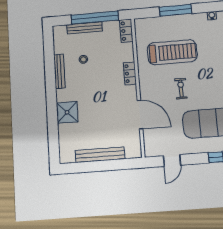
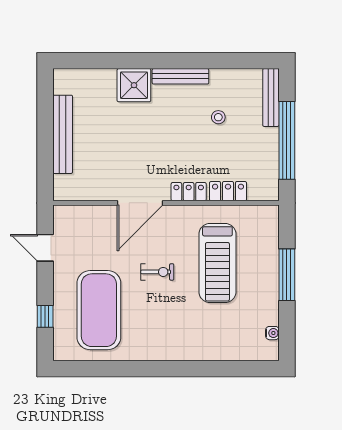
bench: (84, 28) -> (271, 97), moved
locker: (126, 31) -> (228, 191), moved
bench: (59, 71) -> (180, 76), moved
door: (140, 115) -> (140, 203), moved

